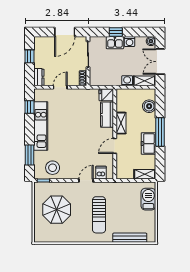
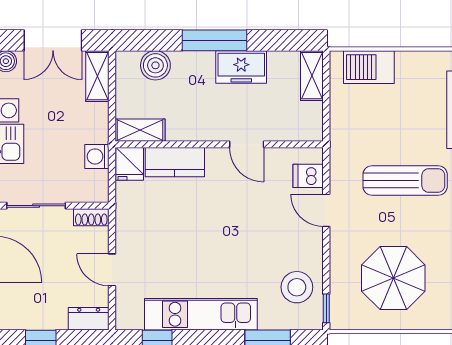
washing machine: (127, 81) -> (97, 156), moved
shelving: (121, 123) -> (140, 130), moved

